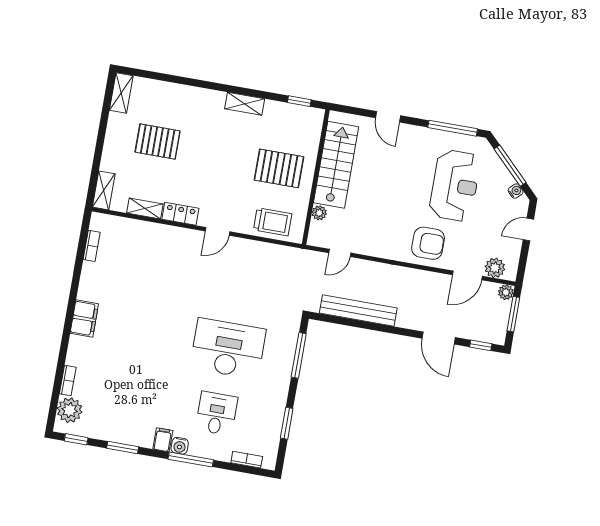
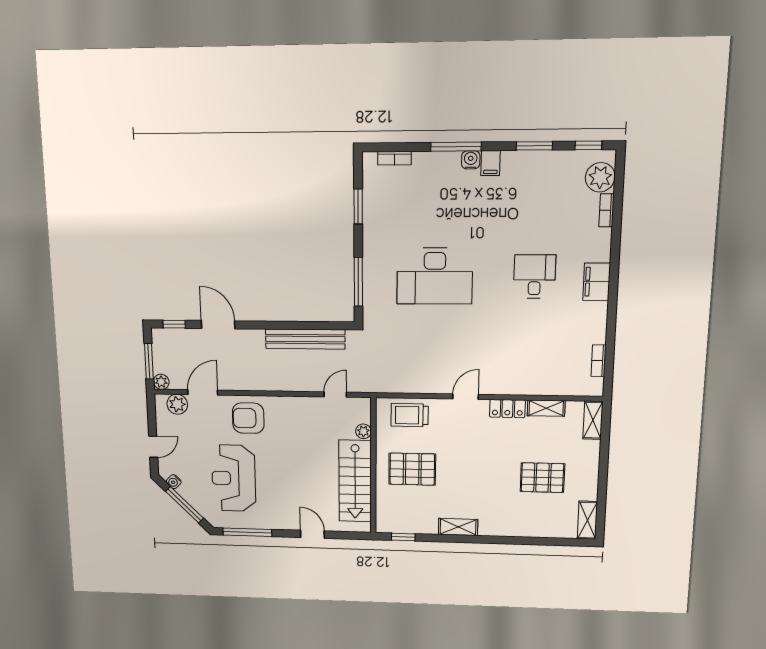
desk: (217, 413) -> (535, 276), moved, turned 180

